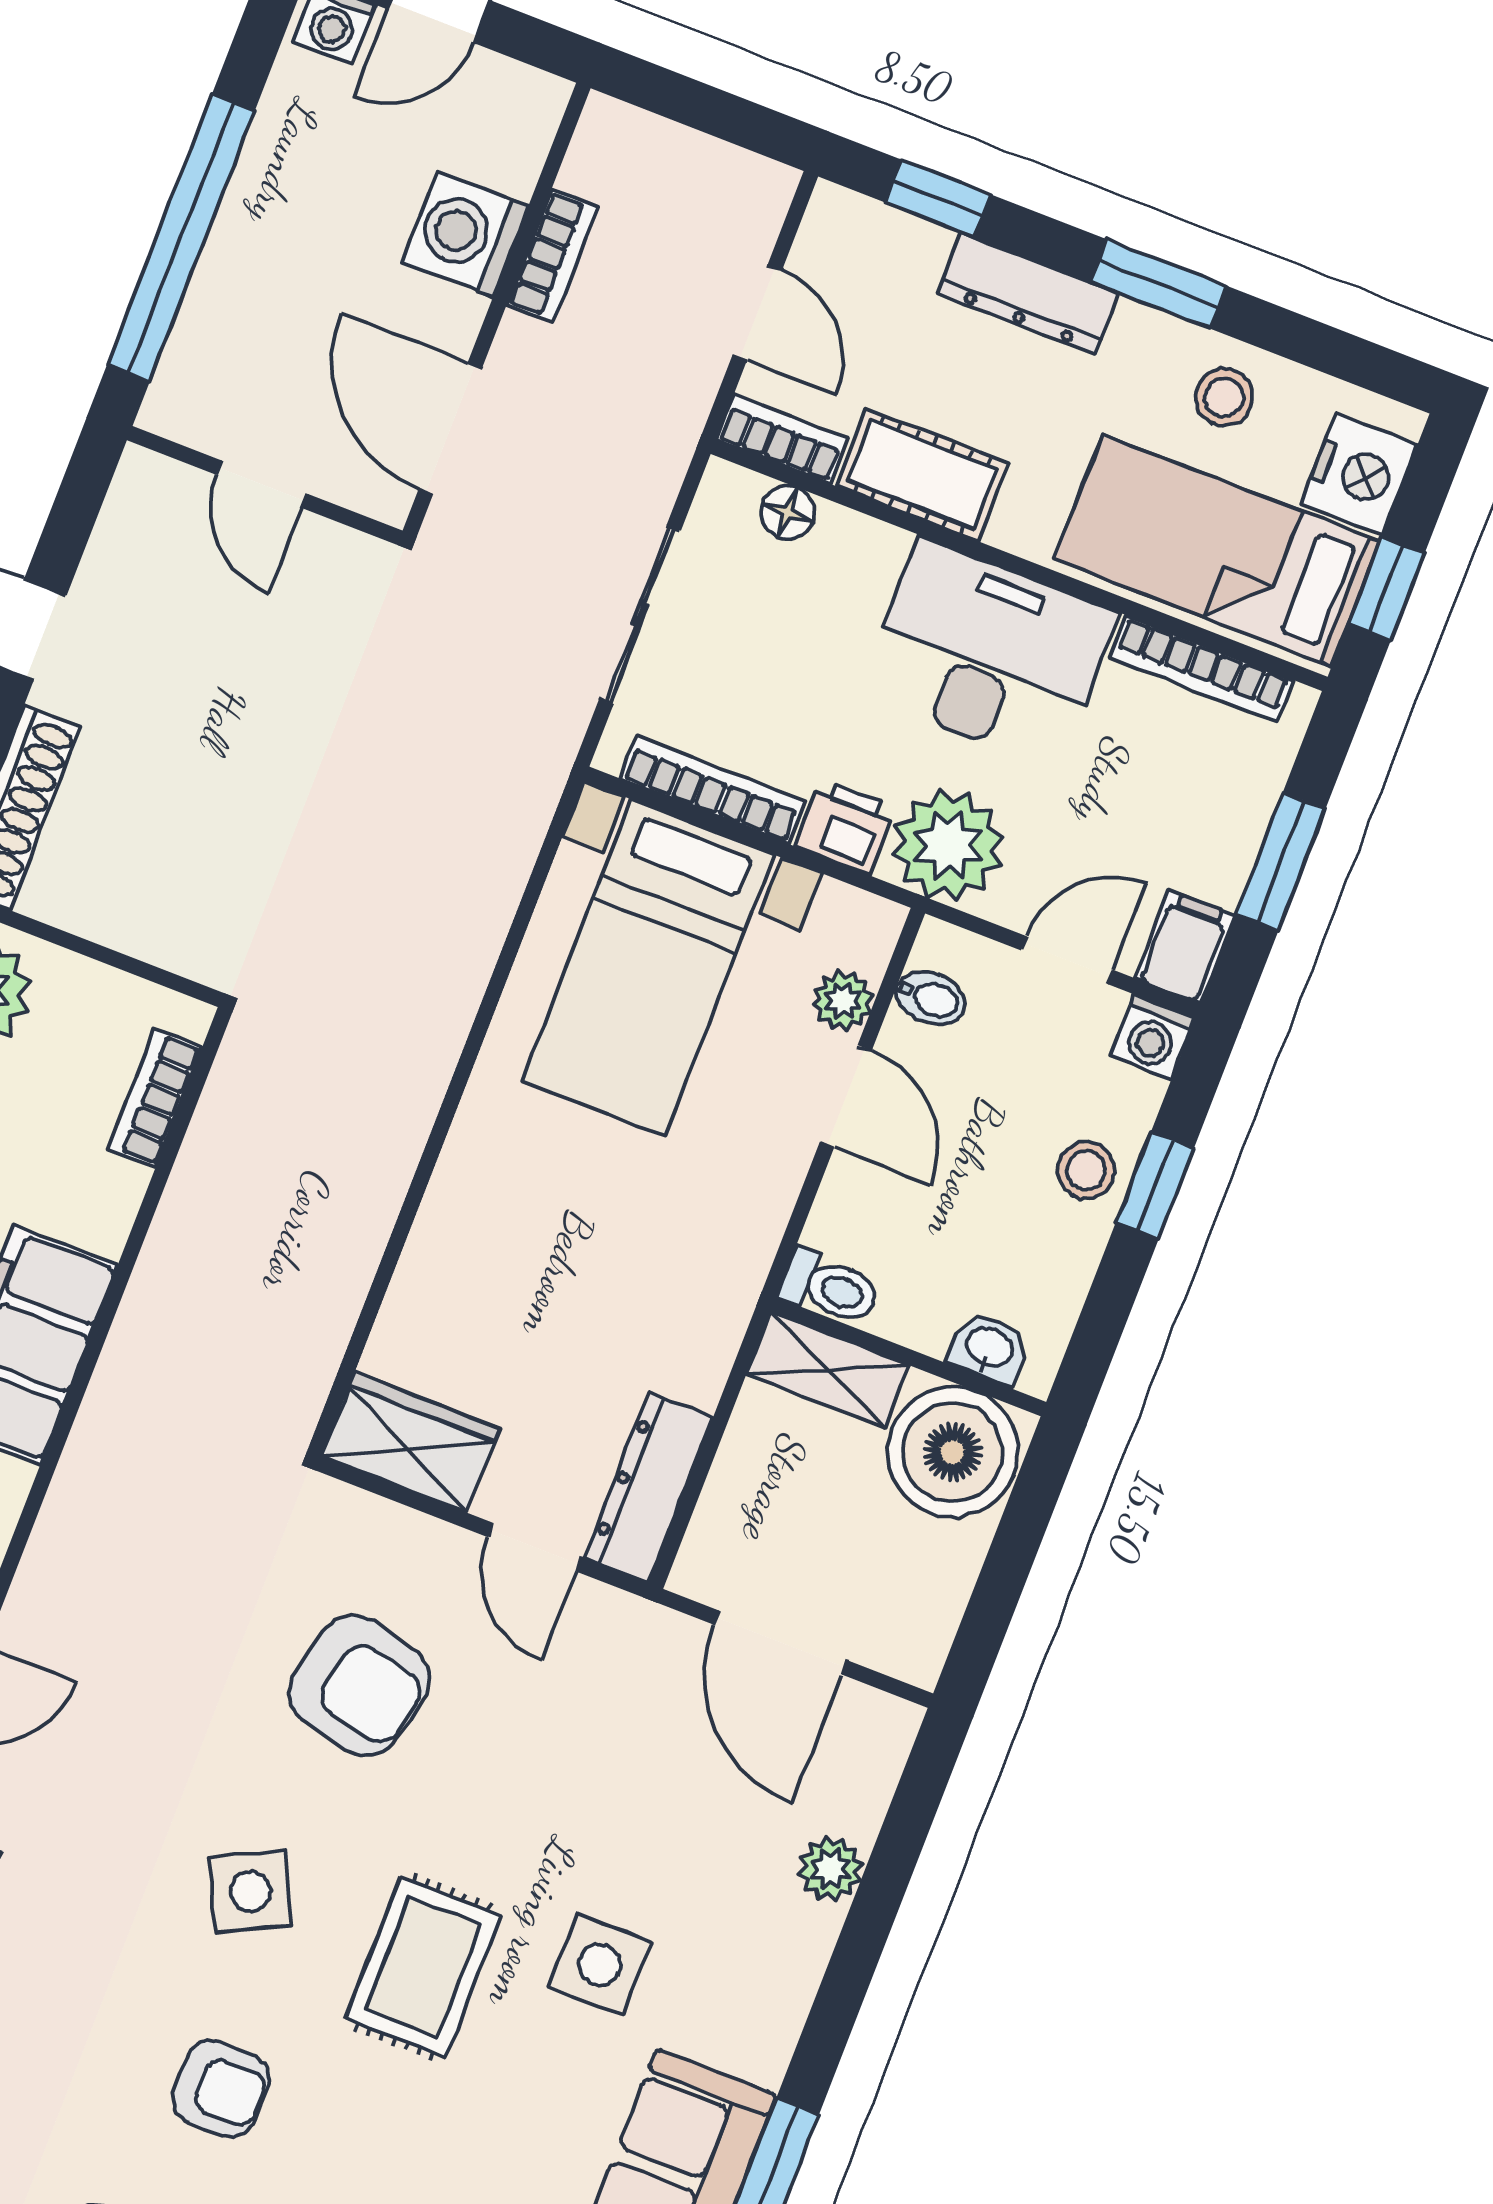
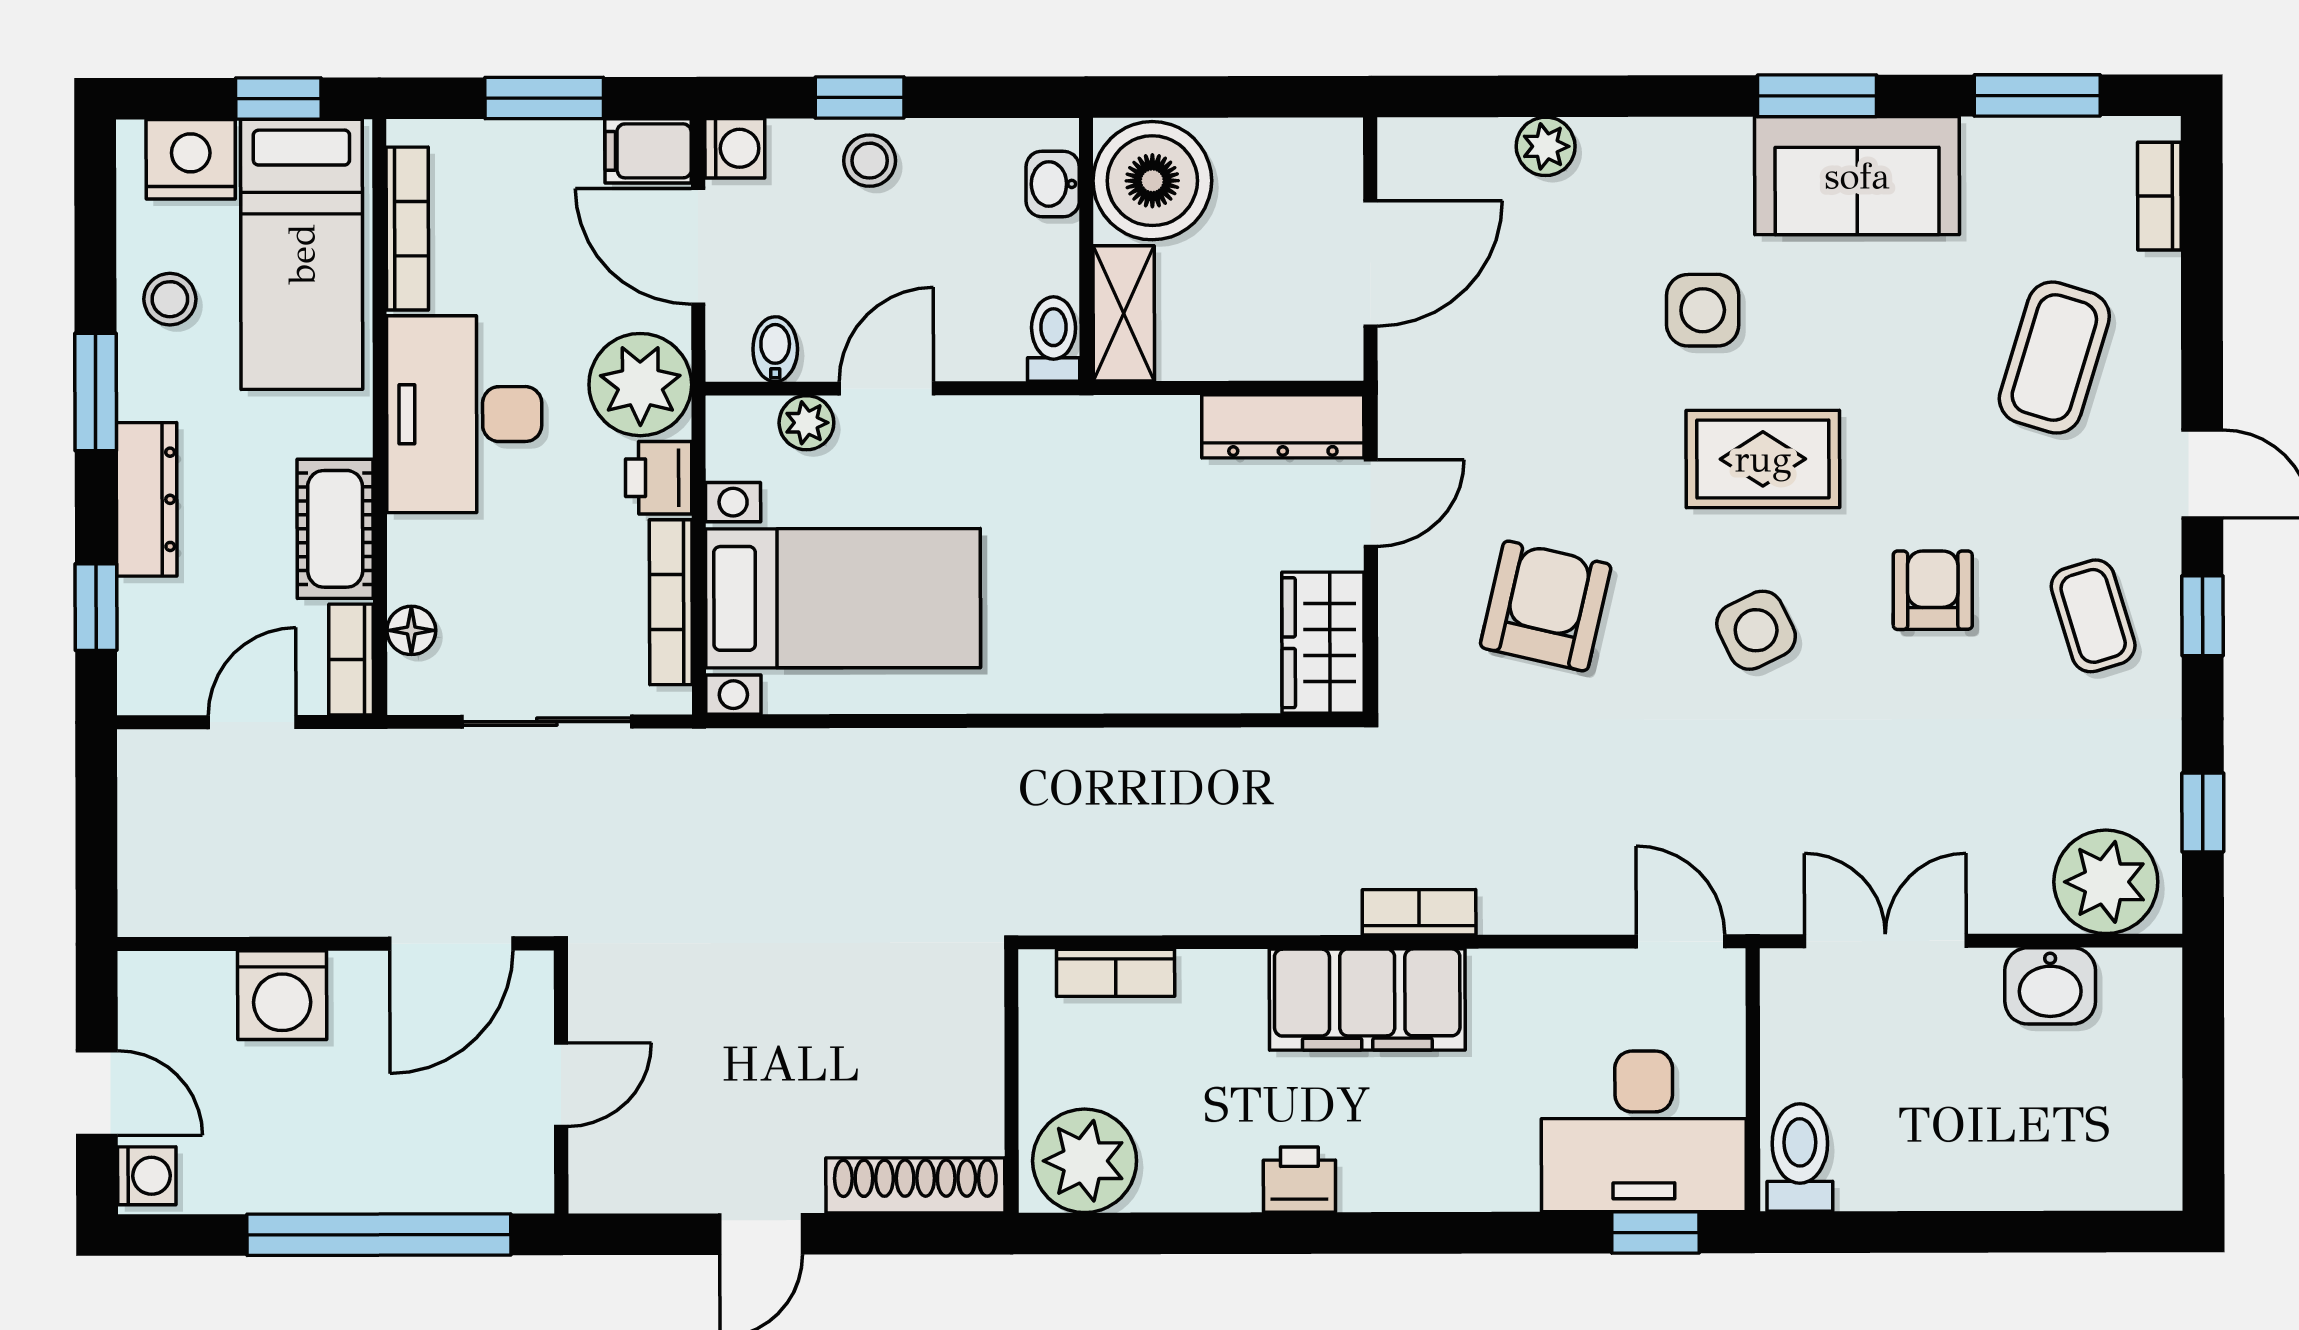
bookcase: (552, 256) -> (1419, 912), moved
door: (1067, 960) -> (698, 246), width x1.38

